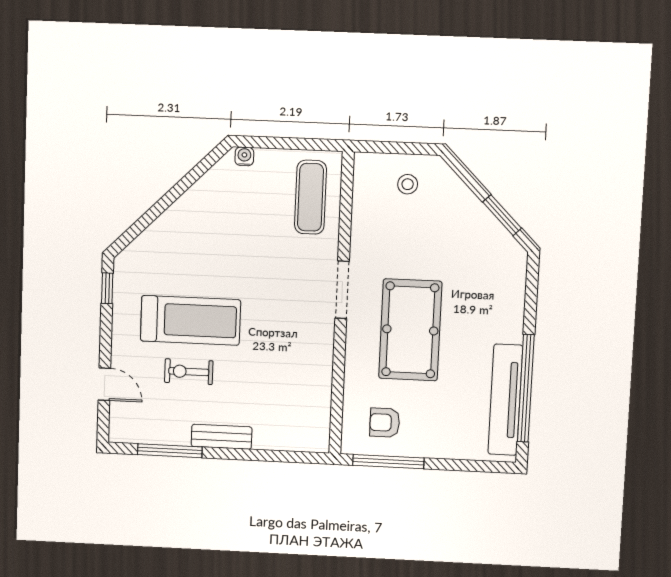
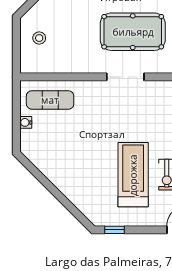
water cooler: (244, 156) -> (26, 122), moved
doorway: (342, 290) -> (125, 77), moved

